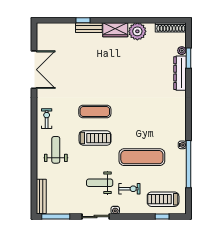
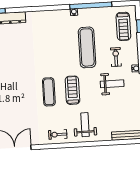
weight bench: (56, 150) -> (85, 125), turned 90
weight bench: (100, 183) -> (112, 84), turned -90

